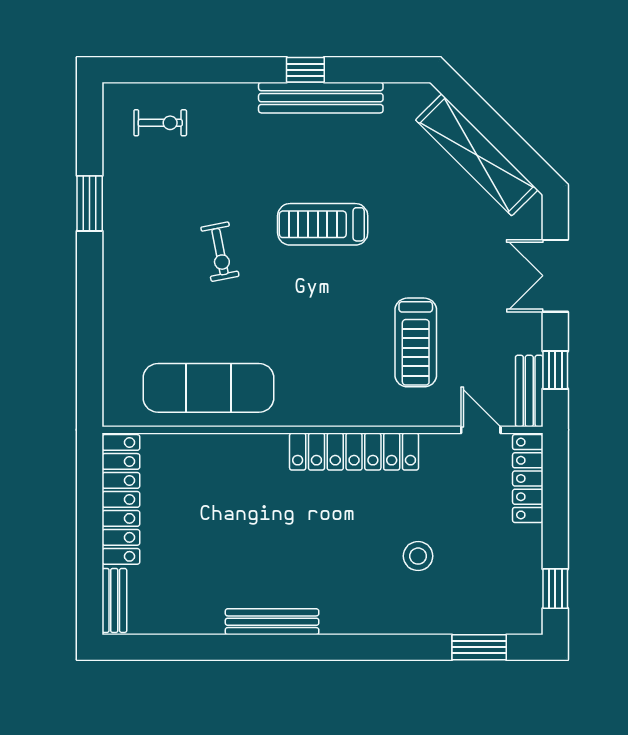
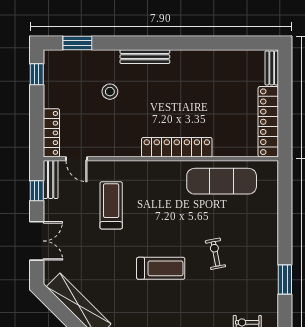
locker: (354, 452) -> (177, 147), moved
bench: (272, 622) -> (145, 57), moved

